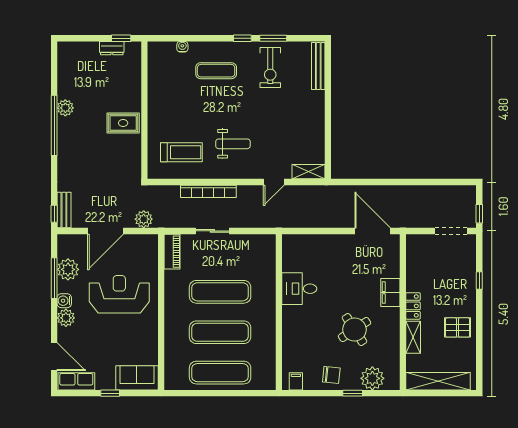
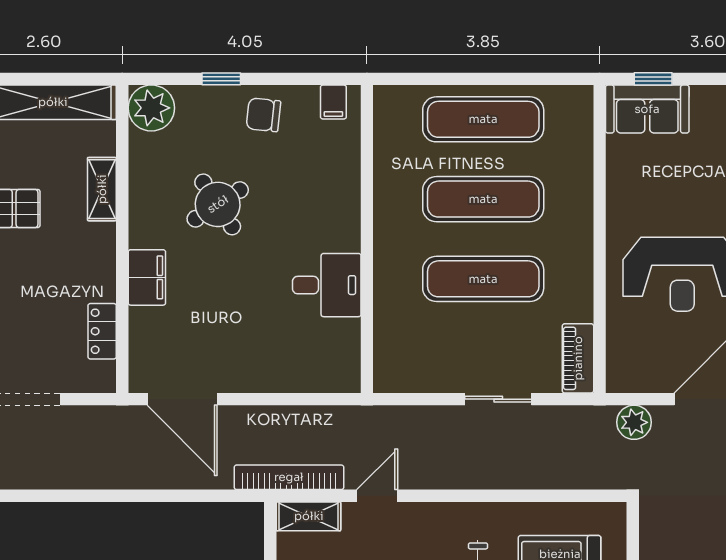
bookcase: (208, 191) -> (289, 477), moved
locker: (413, 306) -> (102, 331), moved
plant: (372, 378) -> (151, 108), moved
window: (110, 393) -> (653, 79), moved

